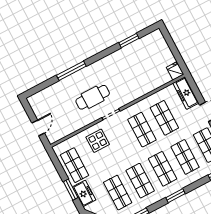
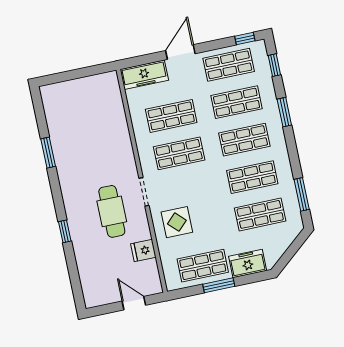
window: (129, 40) -> (48, 153), moved
window: (71, 71) -> (65, 231), width x0.46
fridge: (175, 71) -> (143, 250), moved
window: (71, 190) -> (219, 285), moved
window: (176, 196) -> (284, 112), moved

